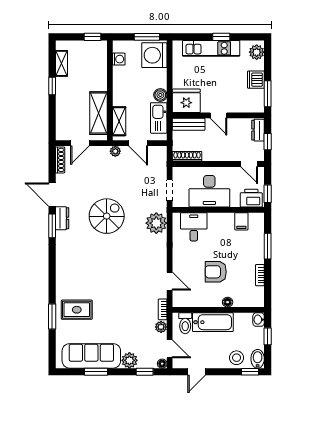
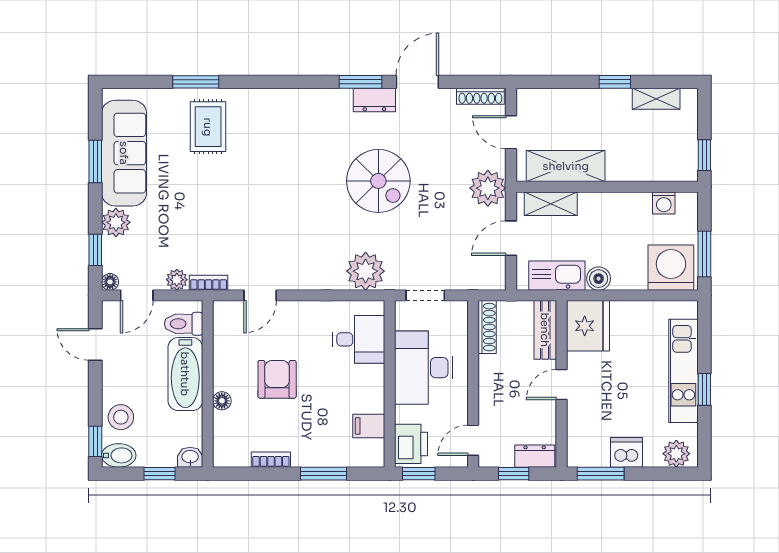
plant: (115, 151) -> (488, 188), width x1.87, depth x1.87

